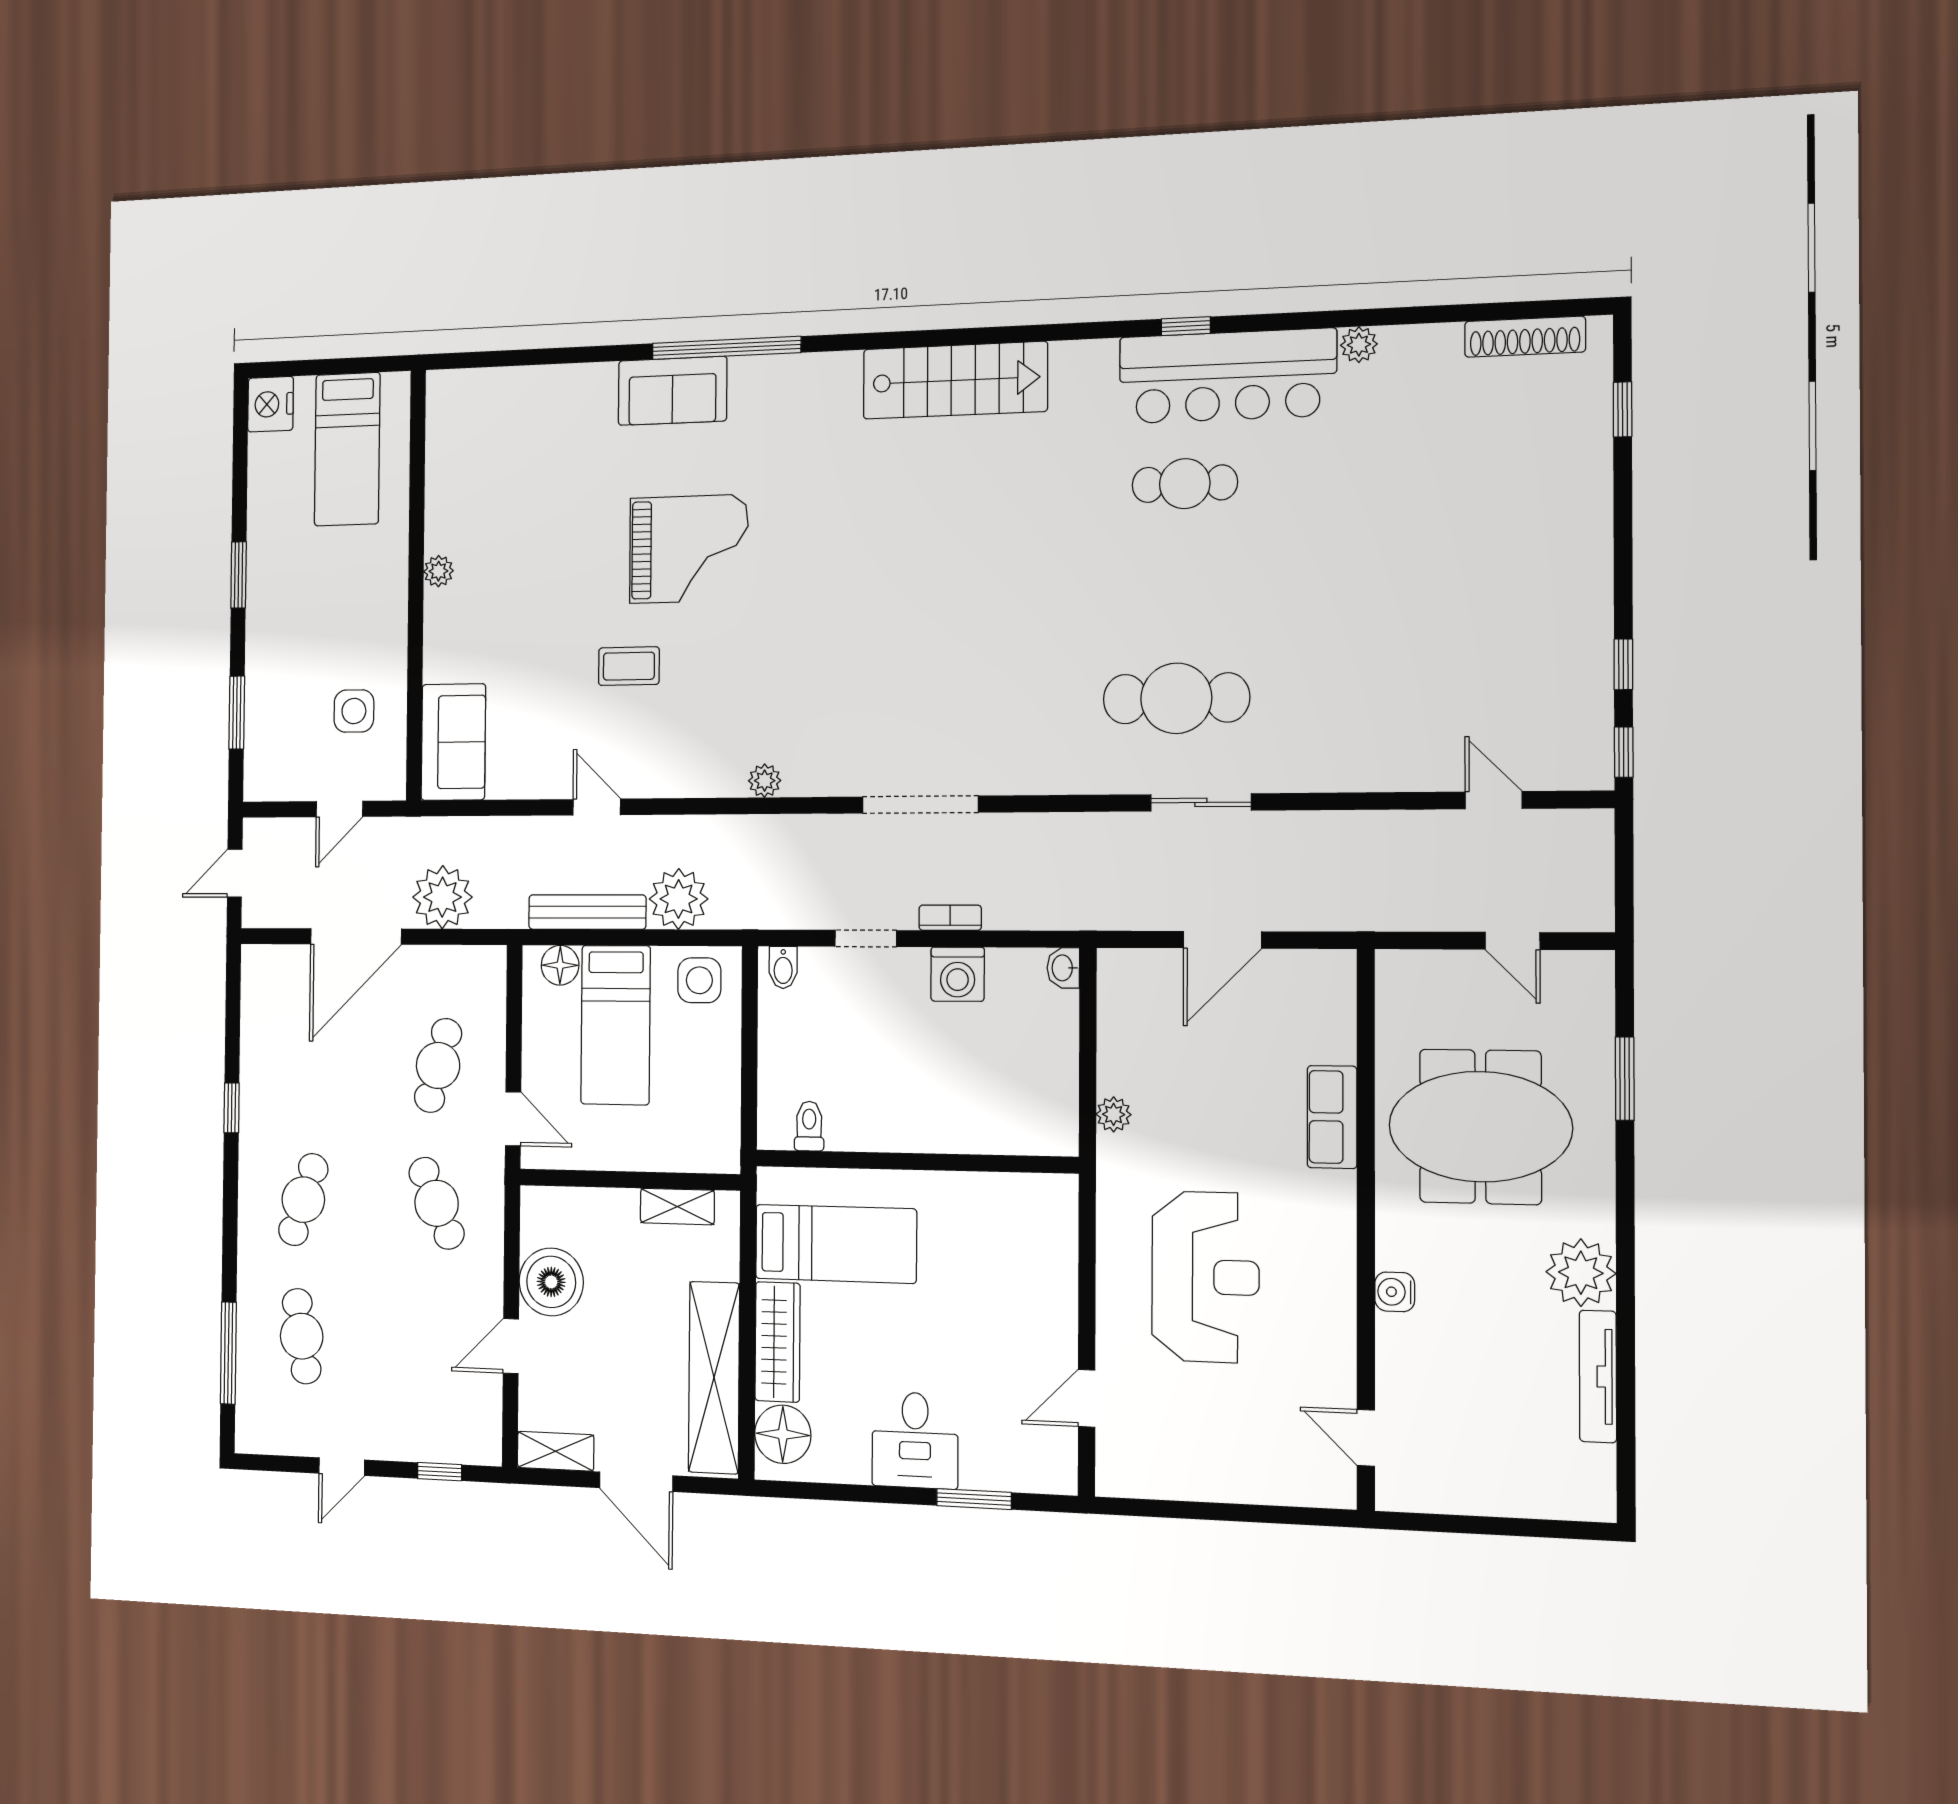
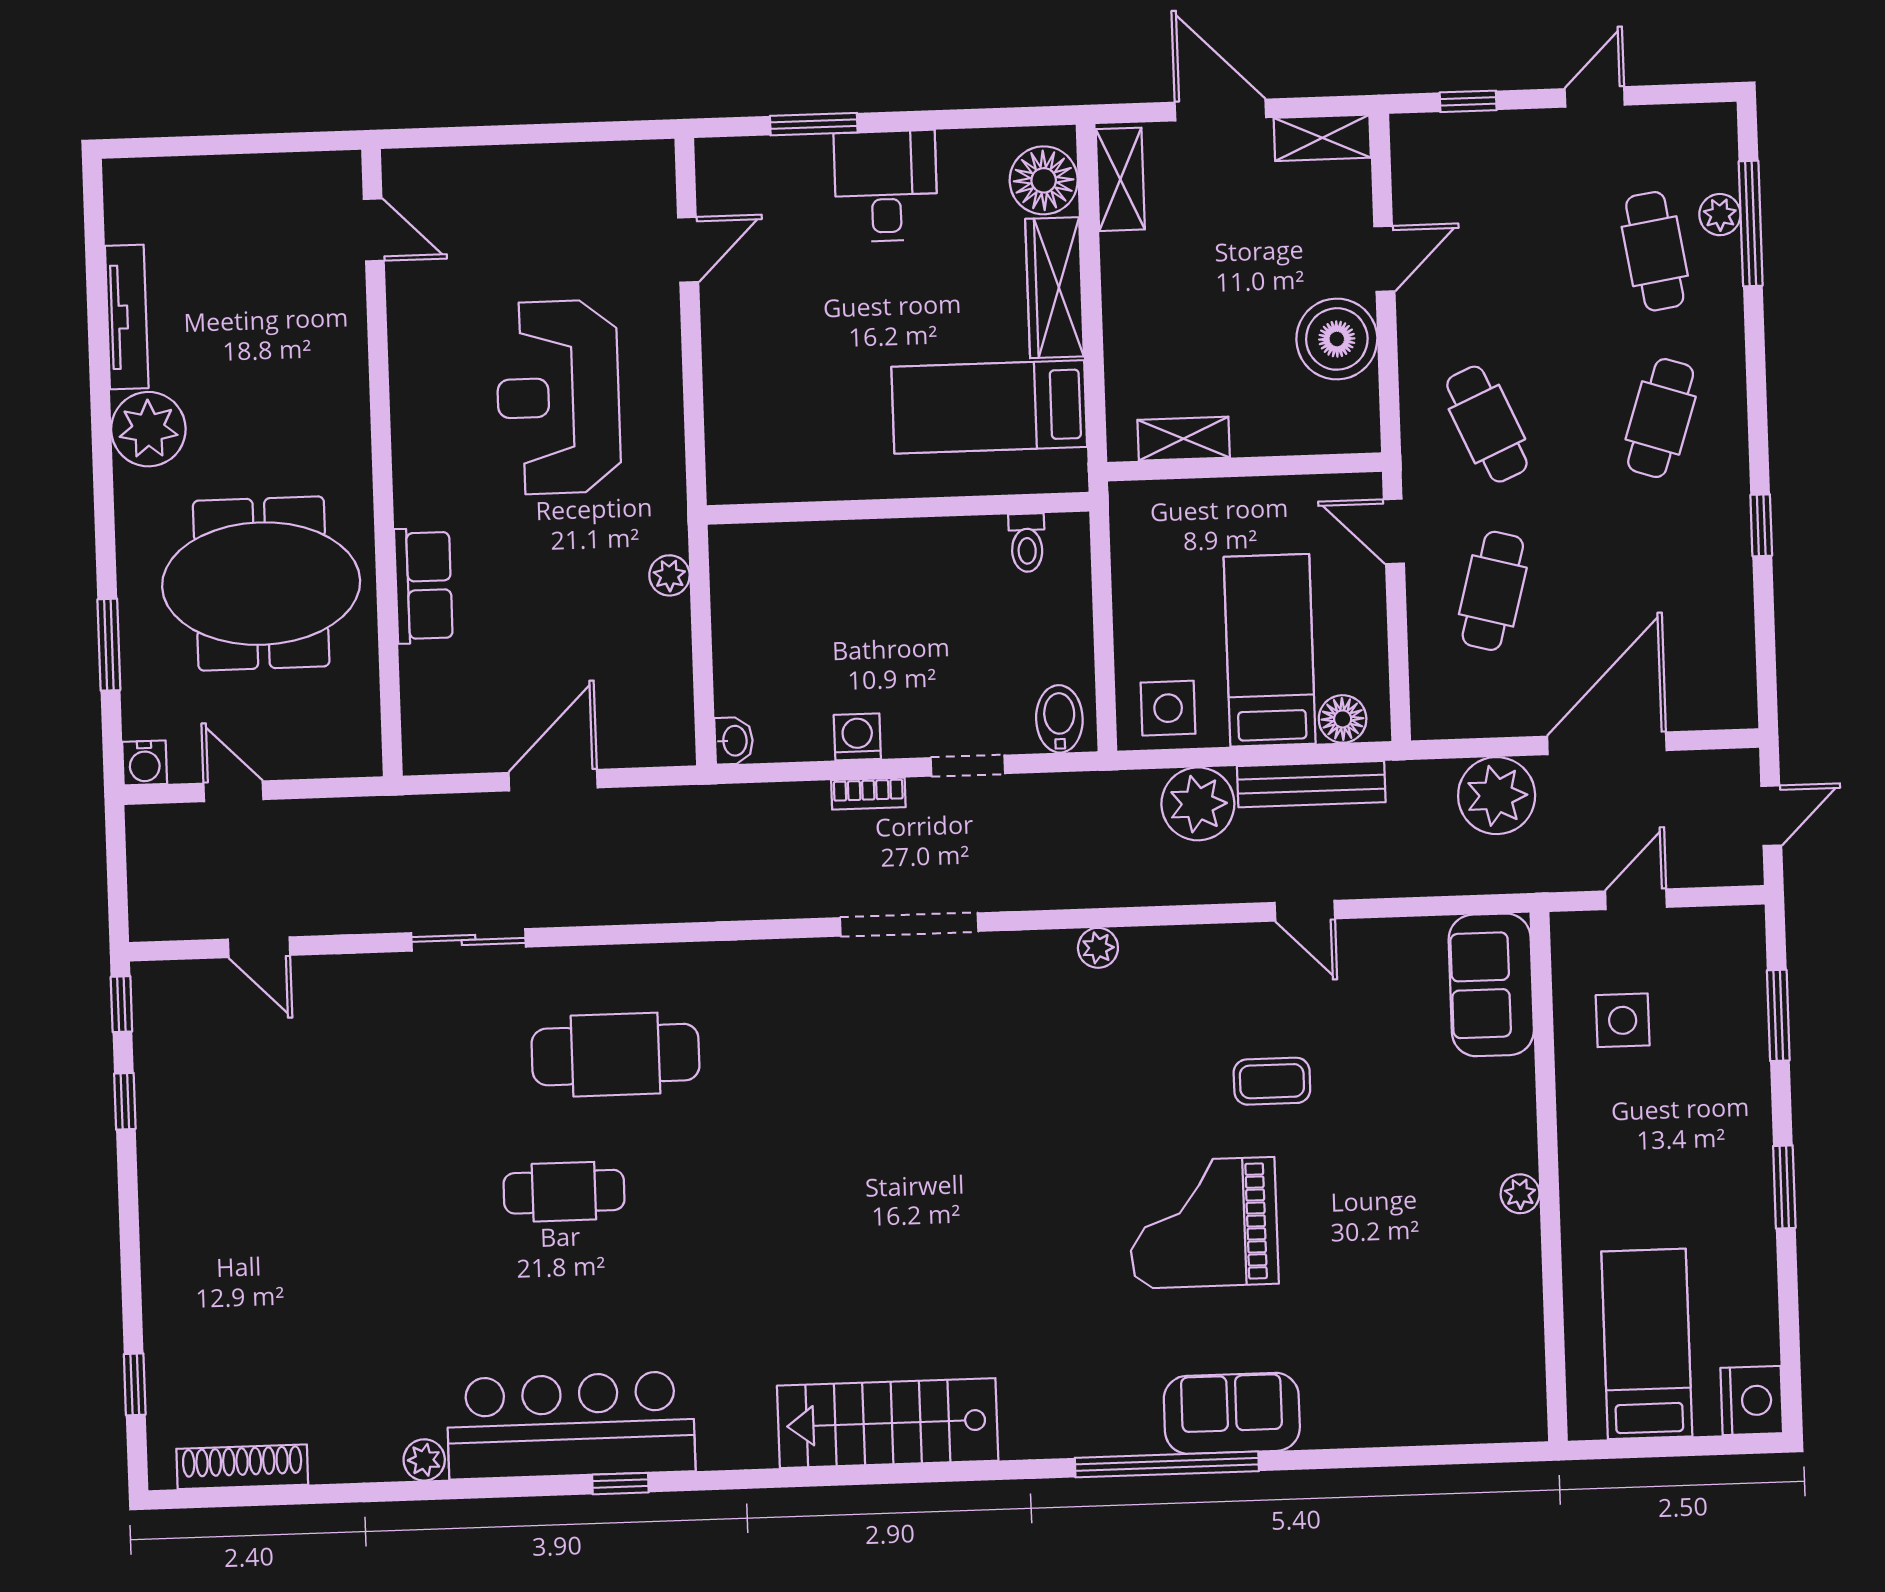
cafe table: (1185, 484) -> (564, 1192), moved
sliding door: (1201, 802) -> (468, 940), moved
bidet: (783, 967) -> (1059, 719), width x1.38, depth x1.36
washing machine: (958, 974) -> (857, 737), width x0.73, depth x0.73
water cooler: (1395, 1292) -> (145, 763), moved, turned 90
plant: (251, 1362) -> (1720, 215), added
shelving: (714, 1378) -> (1120, 179), width x0.45, depth x0.75

